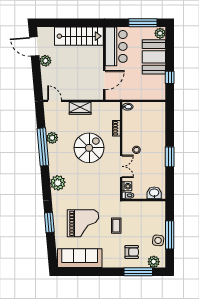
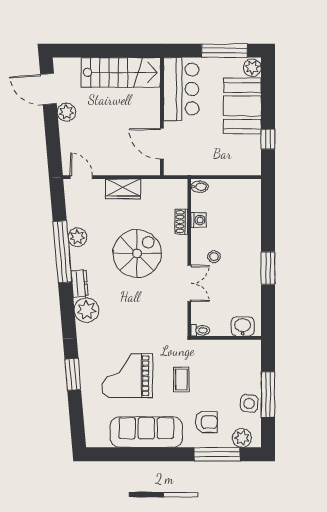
door: (104, 80) -> (162, 144), swing flipped
dresser: (53, 166) -> (80, 283), added
washing machine: (127, 186) -> (199, 220), moved
grand piano: (83, 223) -> (127, 376), turned 180
sofa: (80, 258) -> (146, 432), moved

